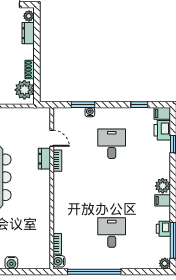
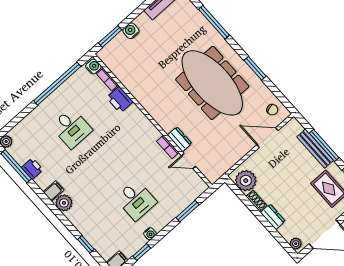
dresser: (28, 33) -> (273, 217), moved
water cooler: (90, 112) -> (150, 234), moved
printer: (162, 130) -> (120, 100), moved, turned 180
window: (29, 272) -> (110, 36), added

